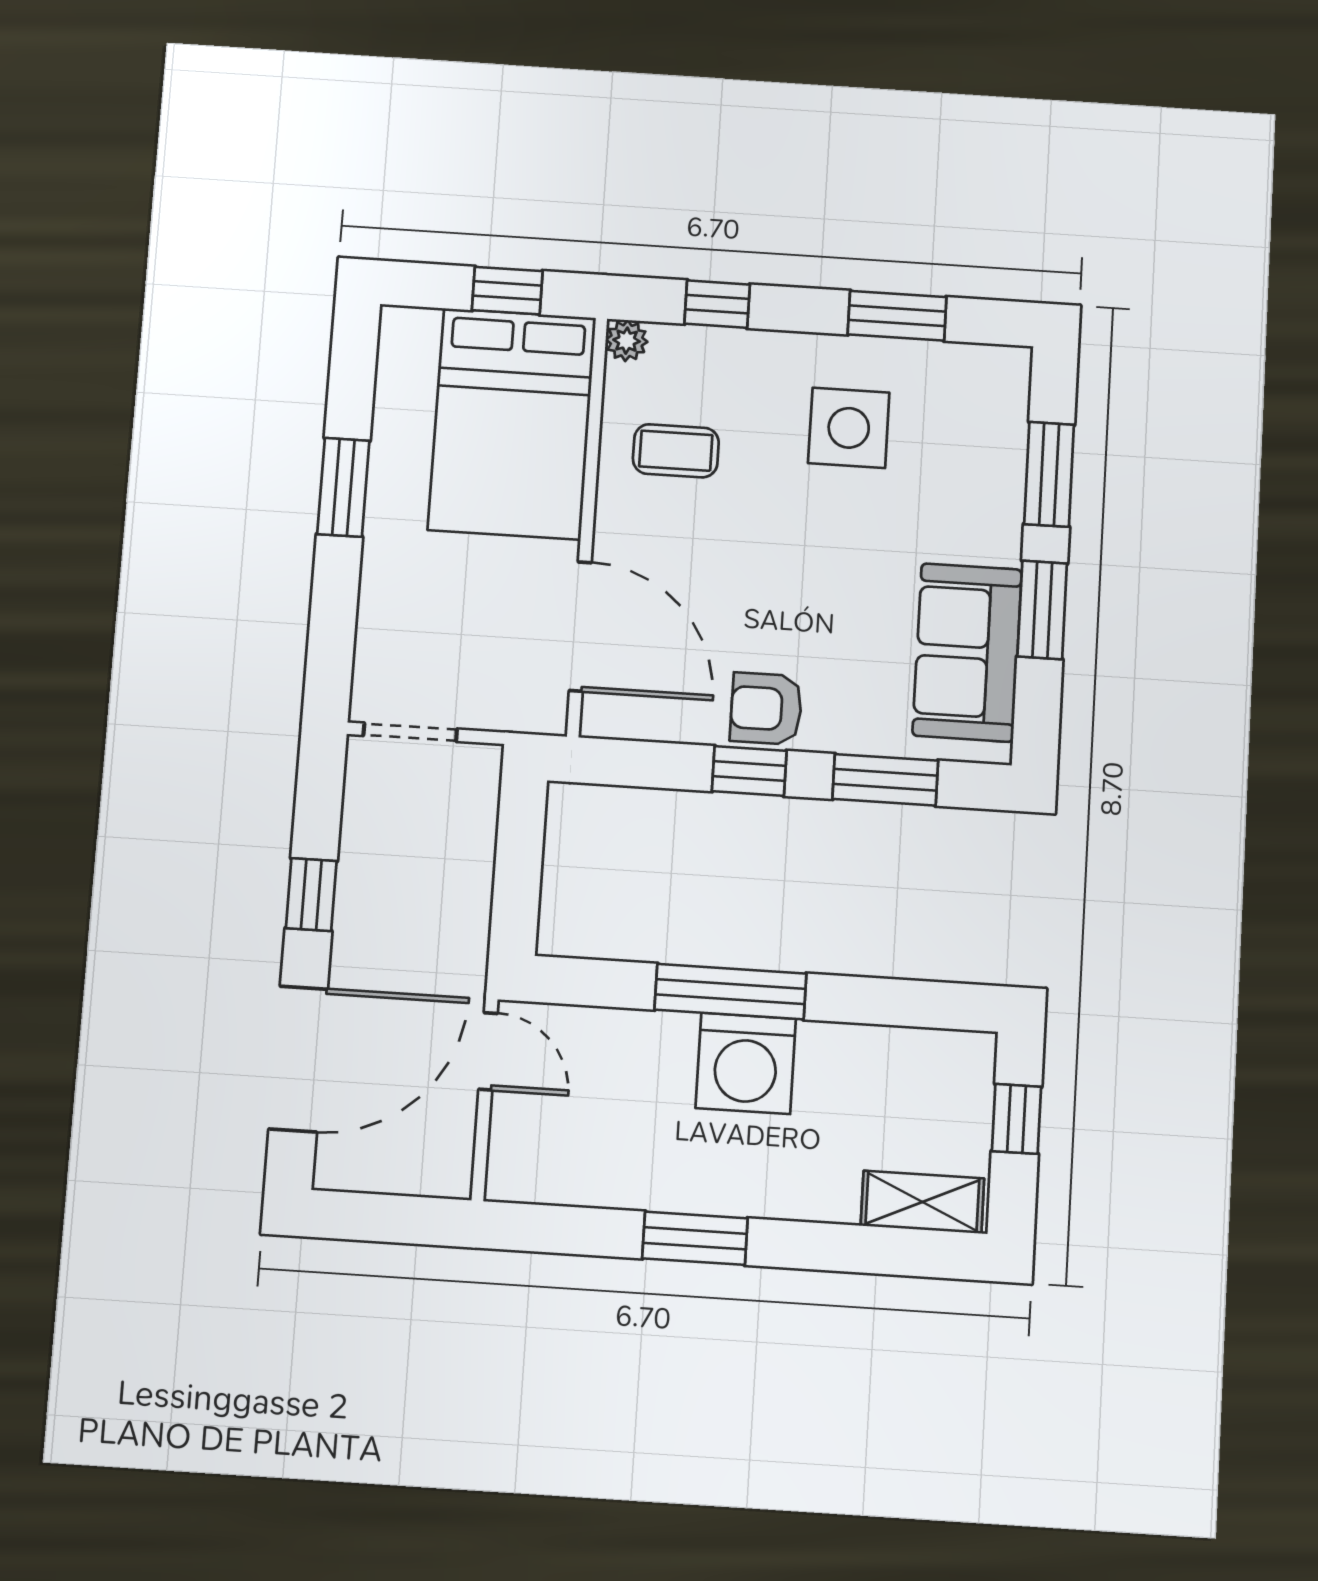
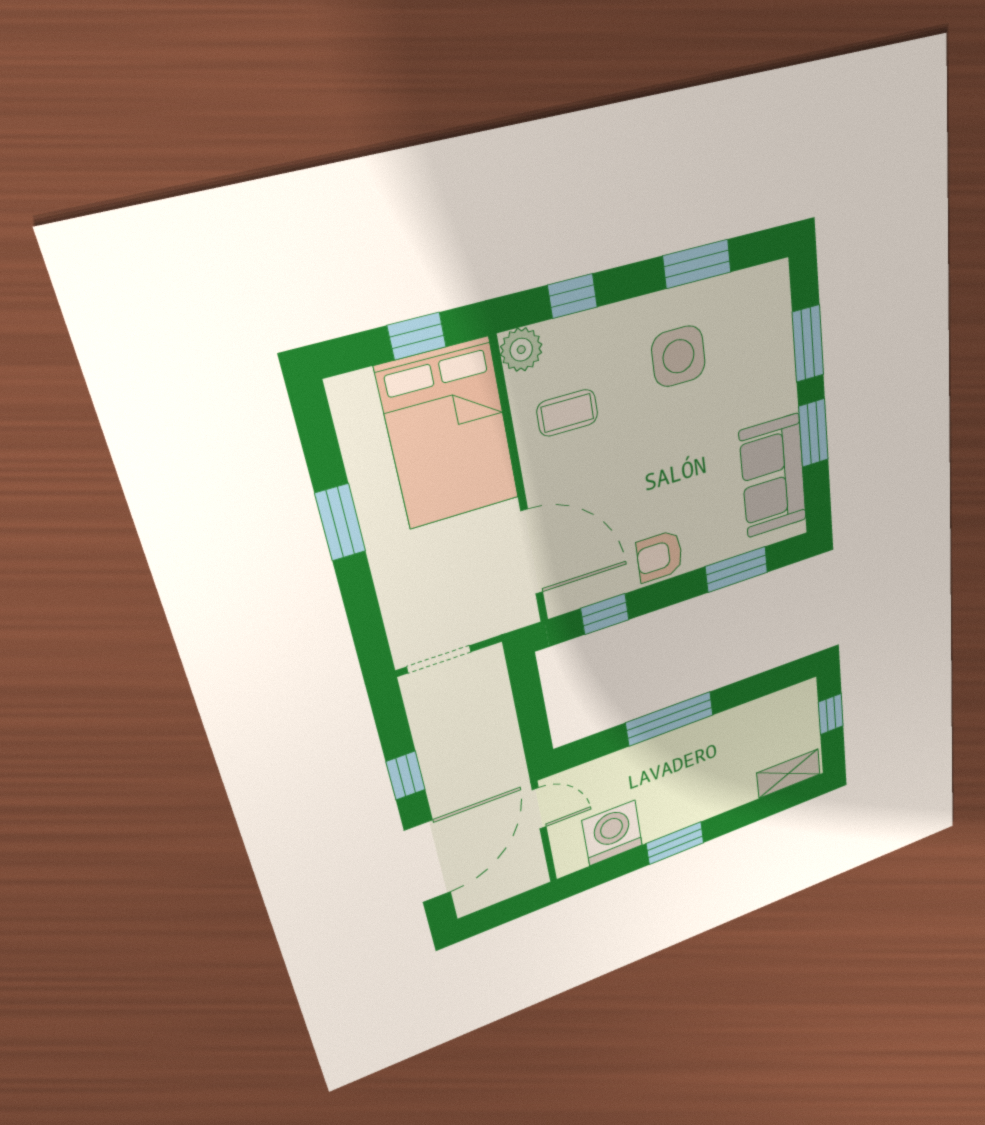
plant: (627, 341) -> (521, 350), width x1.38, depth x1.38
window: (749, 771) -> (605, 614), moved
washing machine: (746, 1063) -> (612, 833), moved, turned 180

